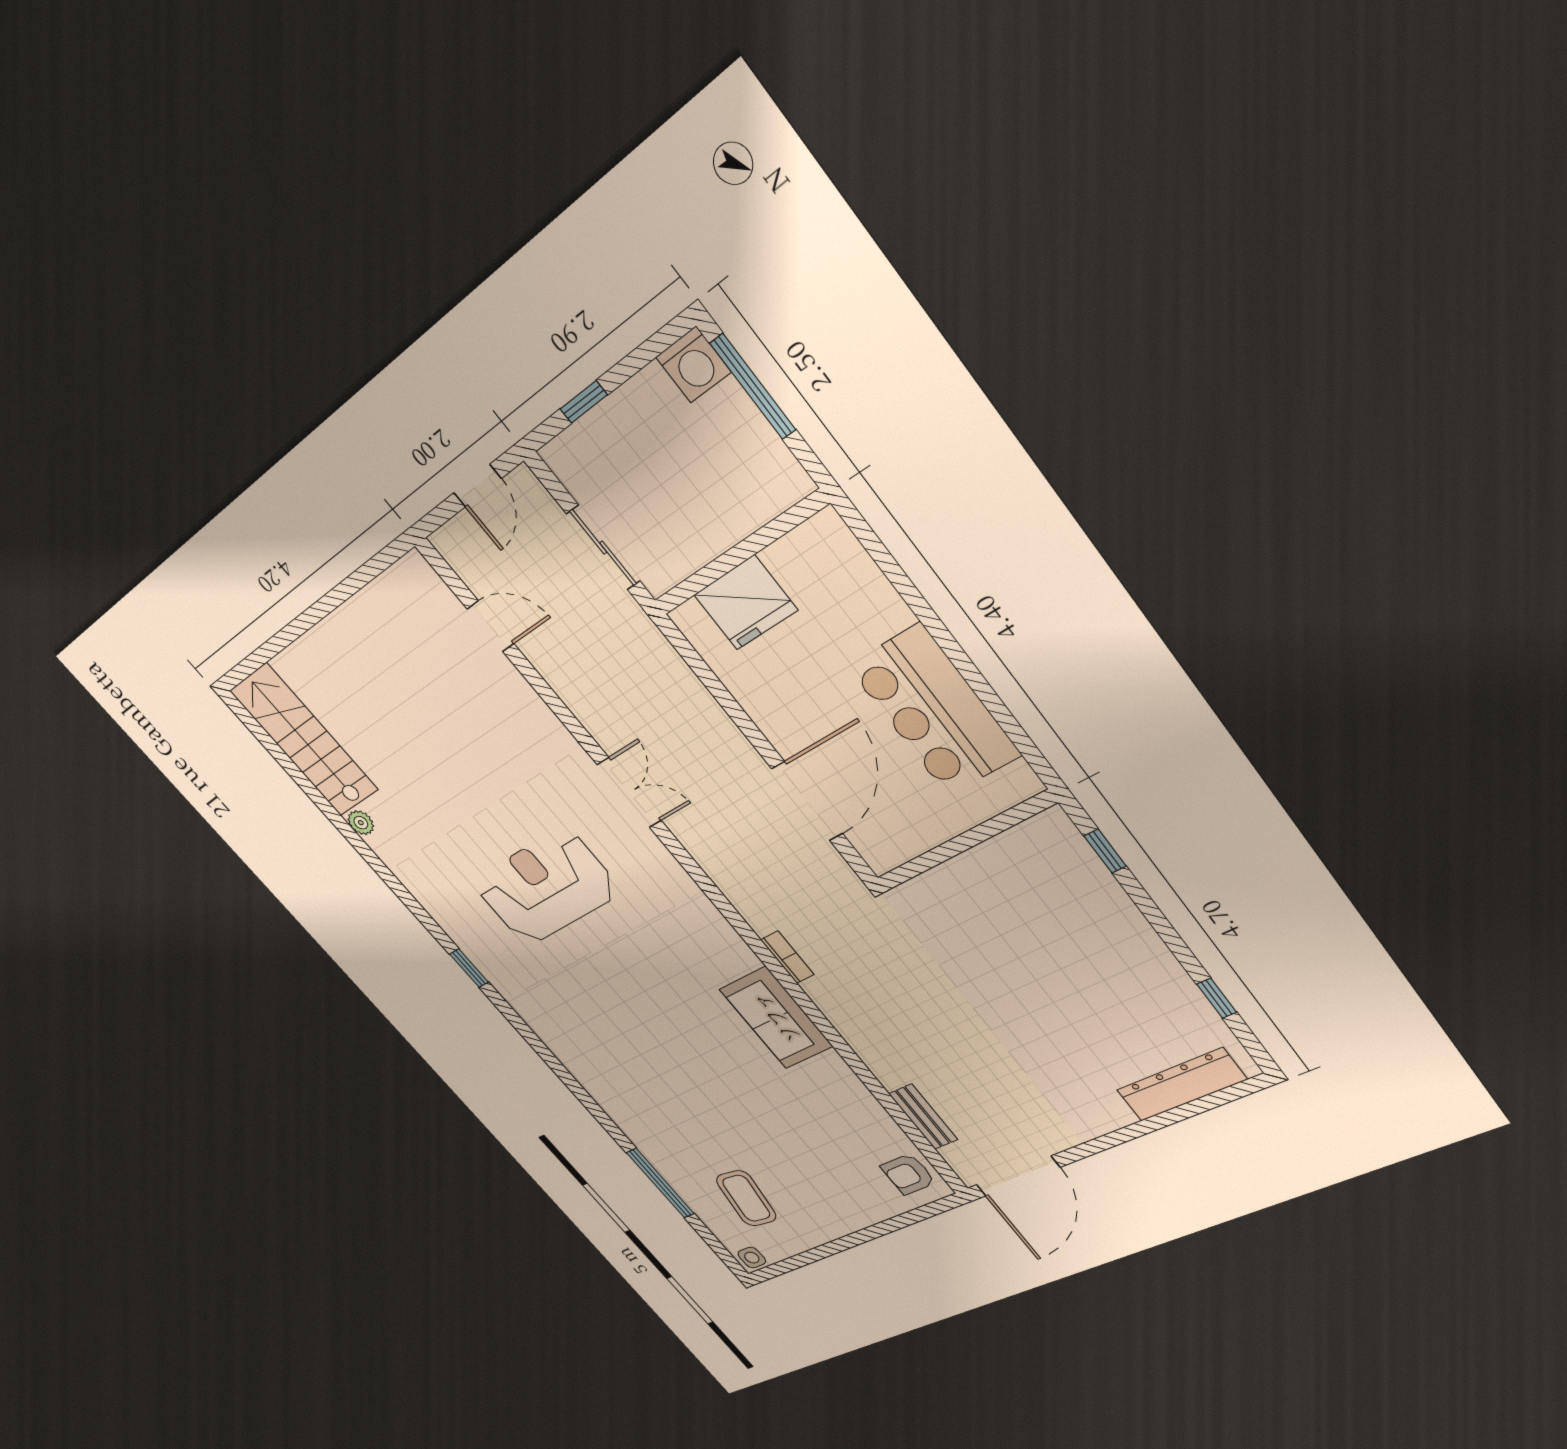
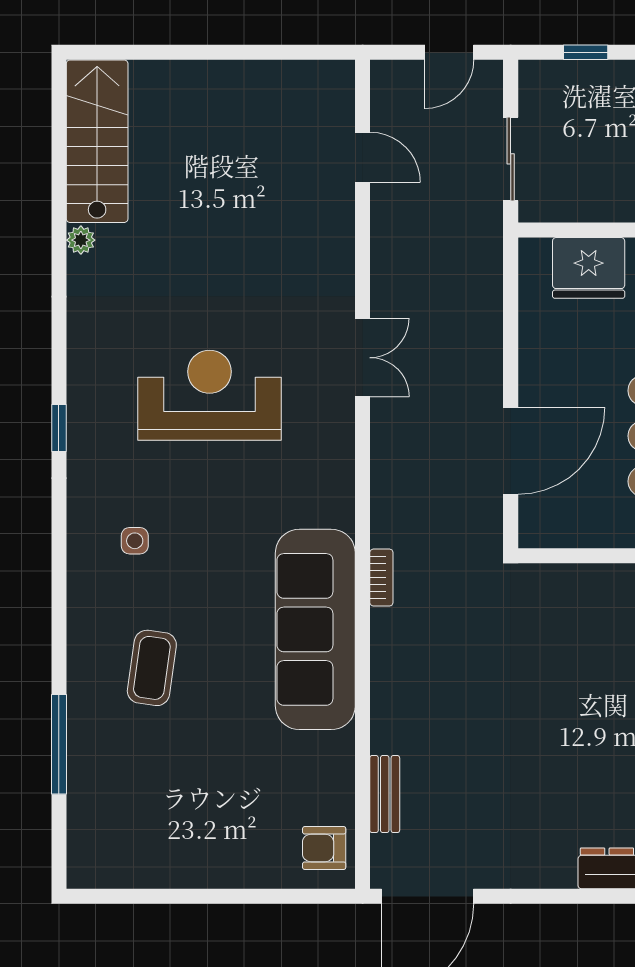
sofa: (776, 1018) -> (315, 629), width x1.85, depth x1.27
coffee table: (746, 1198) -> (152, 668), moved
side table: (752, 1258) -> (135, 541), moved

